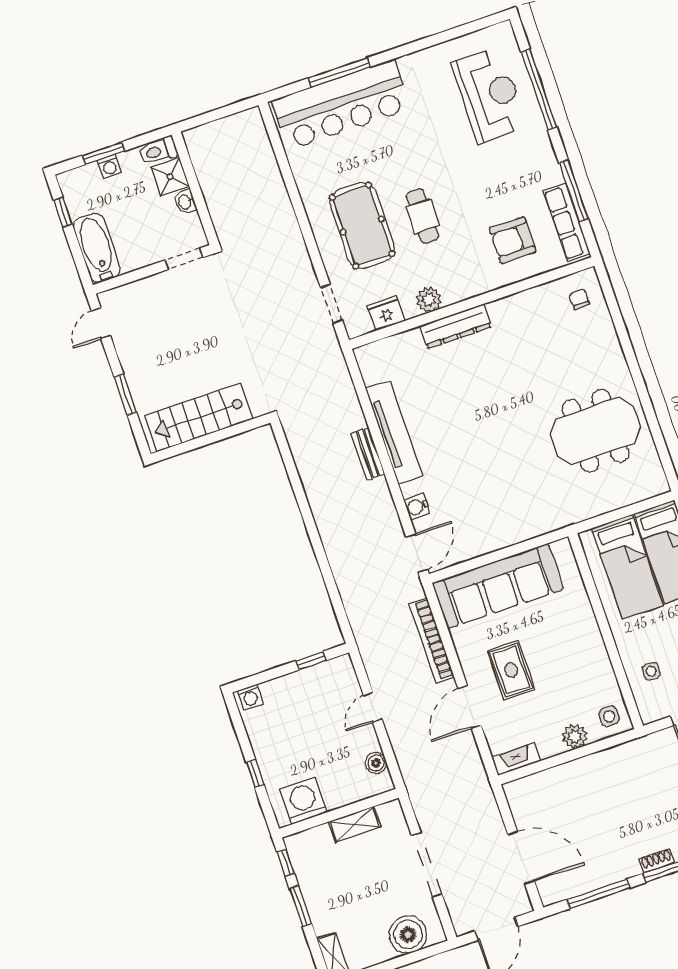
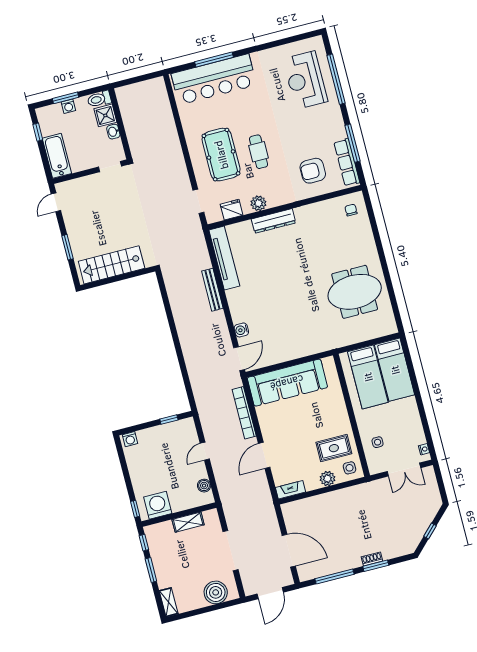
reception desk: (489, 95) -> (305, 80), turned 180
tv unit: (394, 432) -> (224, 258), moved
bench: (368, 454) -> (212, 290), width x1.36
rug: (511, 670) -> (334, 448), moved, turned 90
window: (255, 773) -> (135, 509), moved

